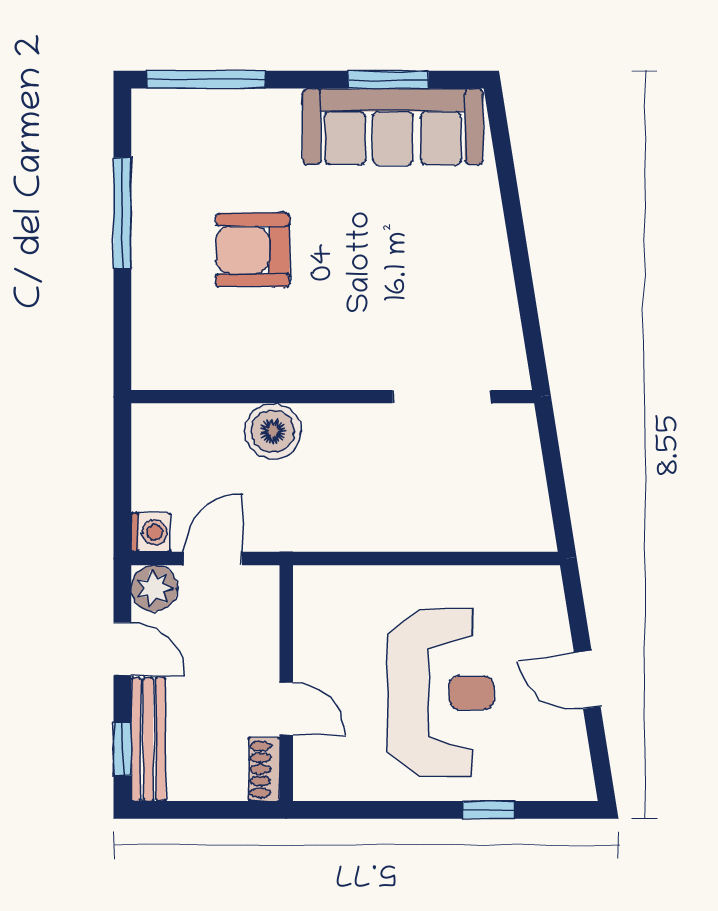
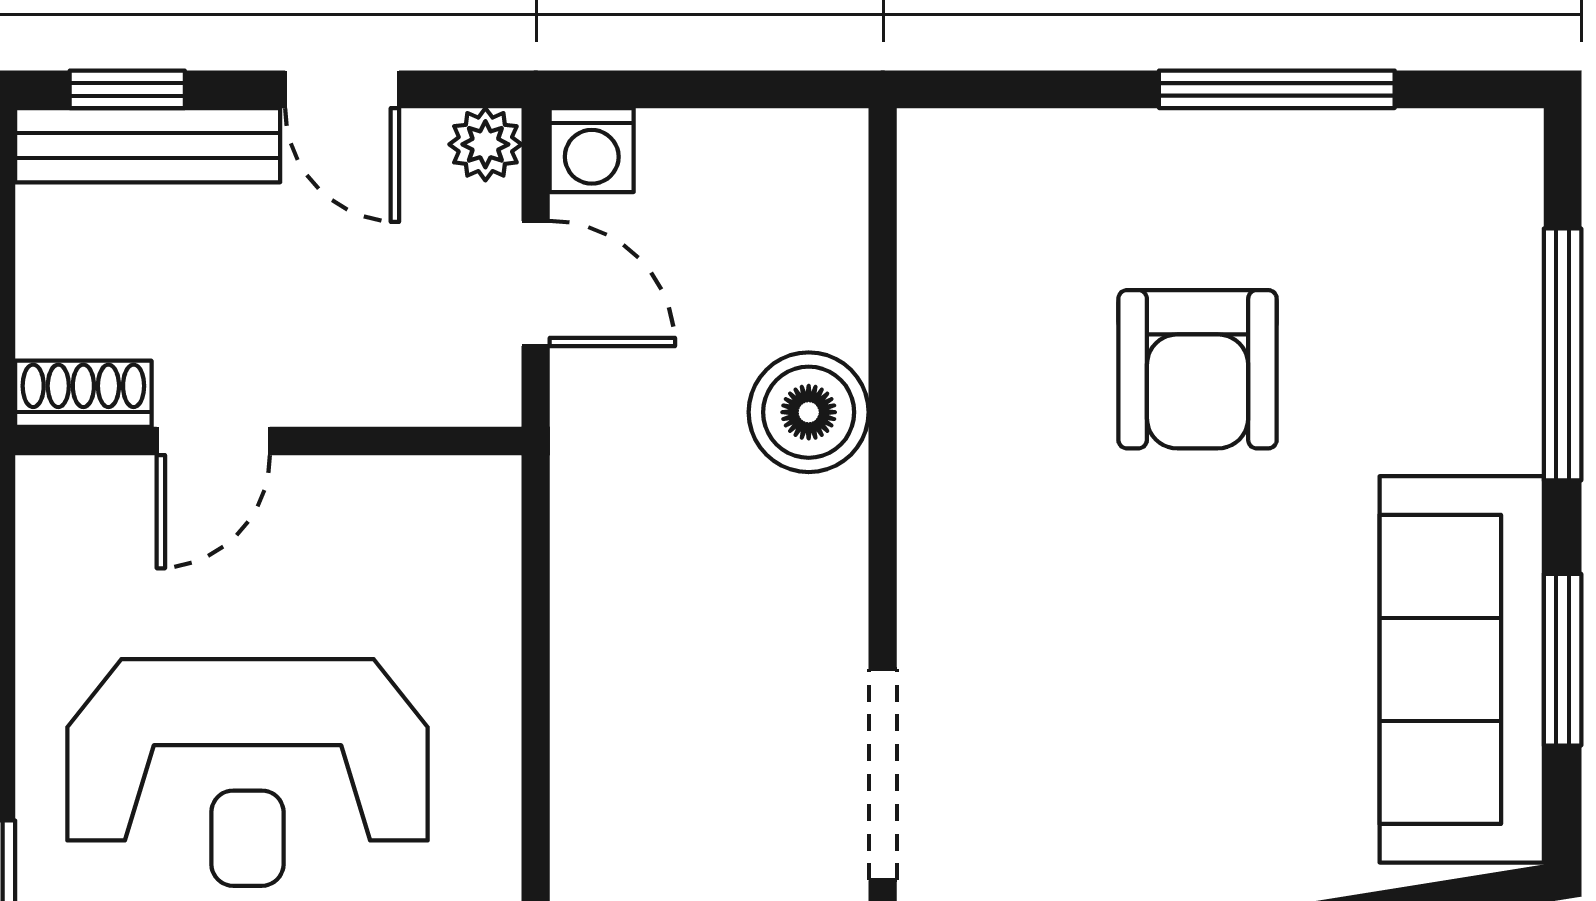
window: (206, 80) -> (1563, 354), moved
armchair: (253, 250) -> (1198, 369), turned 180
plant: (154, 588) -> (485, 144), width x0.73, depth x0.73
door: (122, 649) -> (342, 89), hinge flipped

